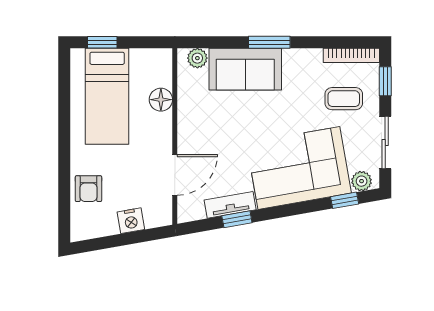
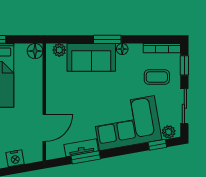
floor lamp: (292, 57) -> (122, 49), added
floor lamp: (161, 100) -> (35, 51), moved
window: (237, 219) -> (86, 157), width x1.50

